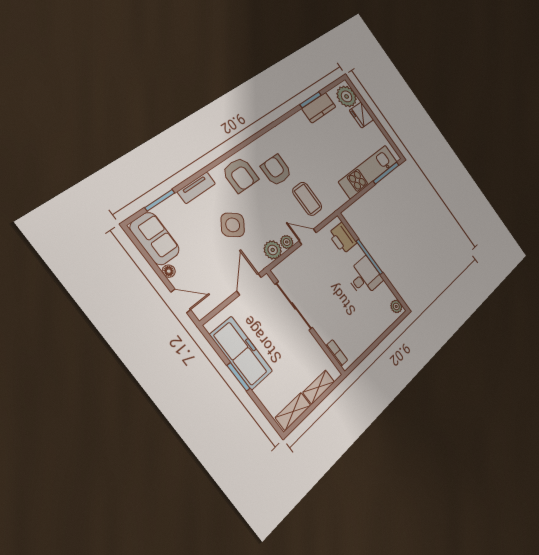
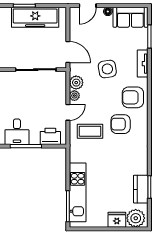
armchair: (276, 170) -> (121, 124), turned 180
side table: (233, 225) -> (107, 69), turned 45

